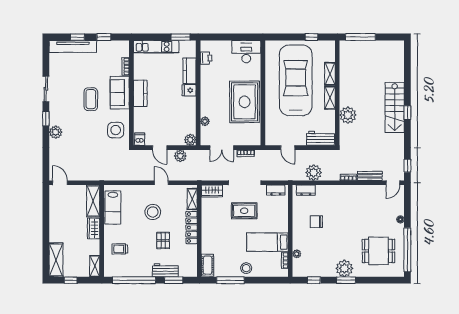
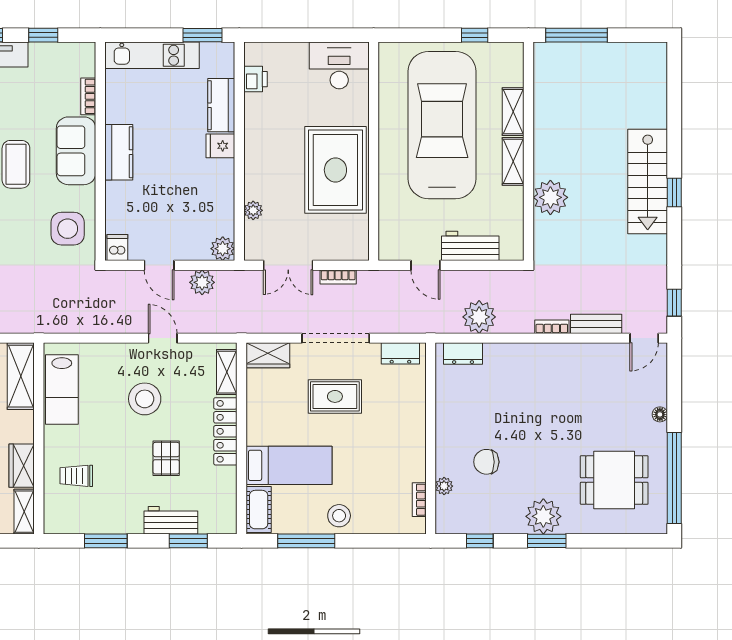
workbench: (320, 138) -> (470, 246), moved
chair: (316, 222) -> (486, 462), moved
wardrobe: (94, 228) -> (22, 466), moved
bed: (267, 242) -> (289, 465), moved, turned 180
window: (134, 280) -> (106, 541), width x0.47

